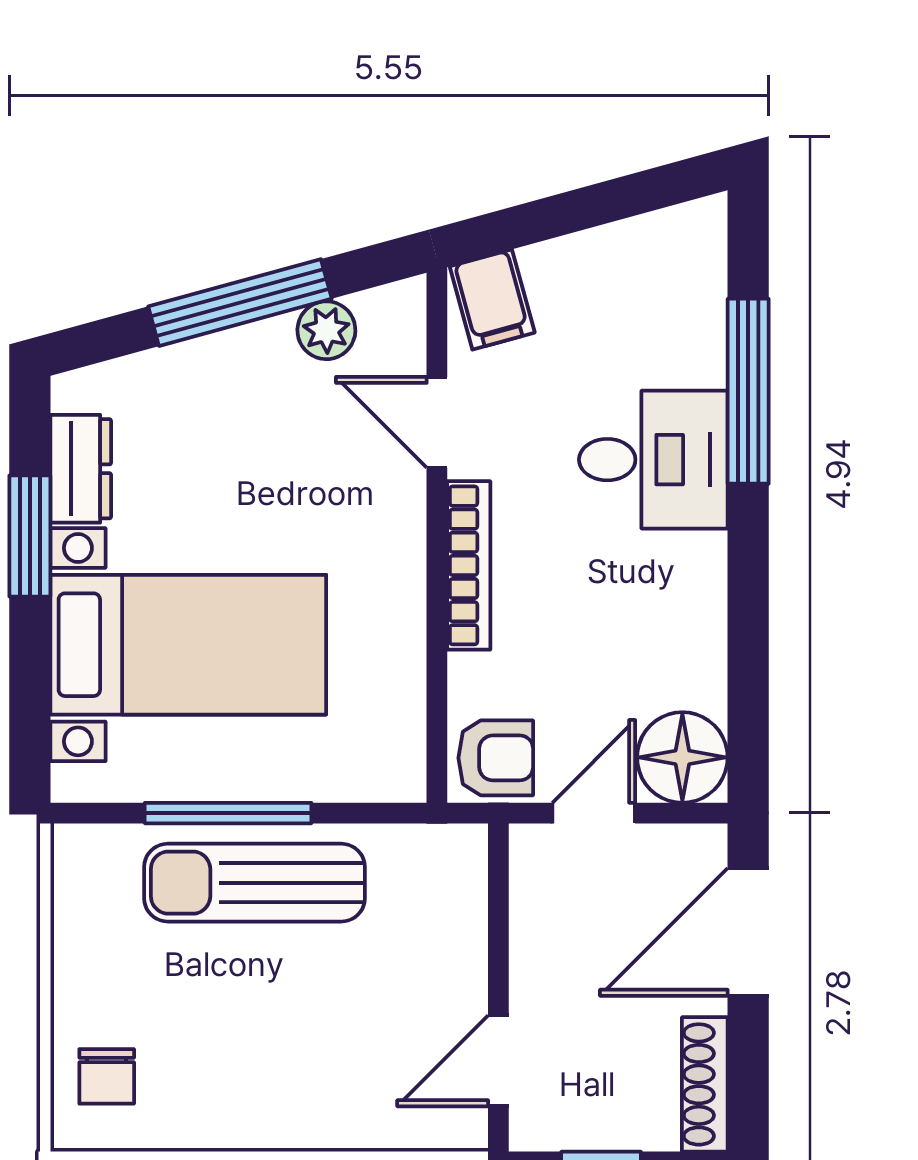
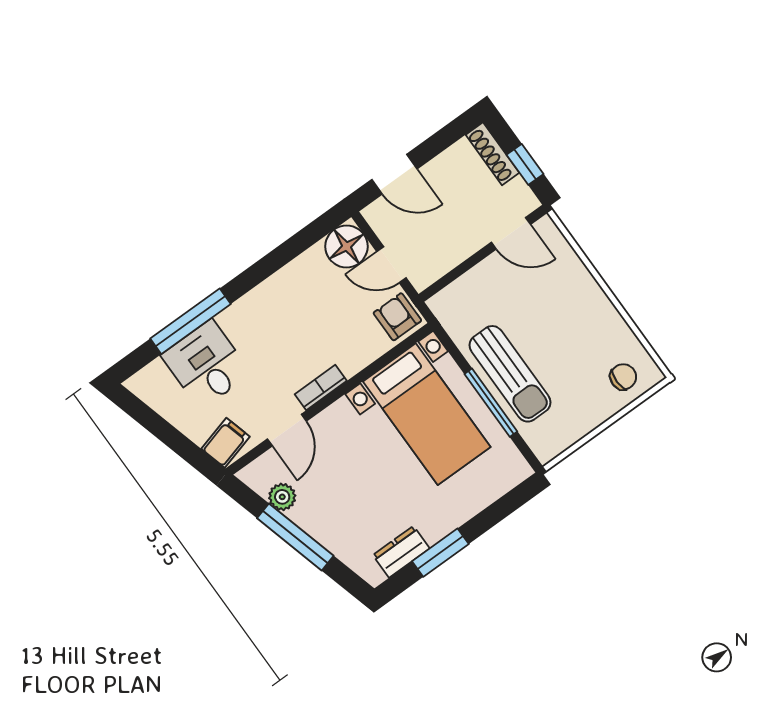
desk: (653, 460) -> (206, 364), moved
bookcase: (469, 565) -> (321, 387), width x0.64
bed with nightstands: (188, 645) -> (427, 414), moved, turned 180
door: (748, 932) -> (394, 174), width x0.73
shoe rack: (705, 1084) -> (492, 154), moved, turned 90

